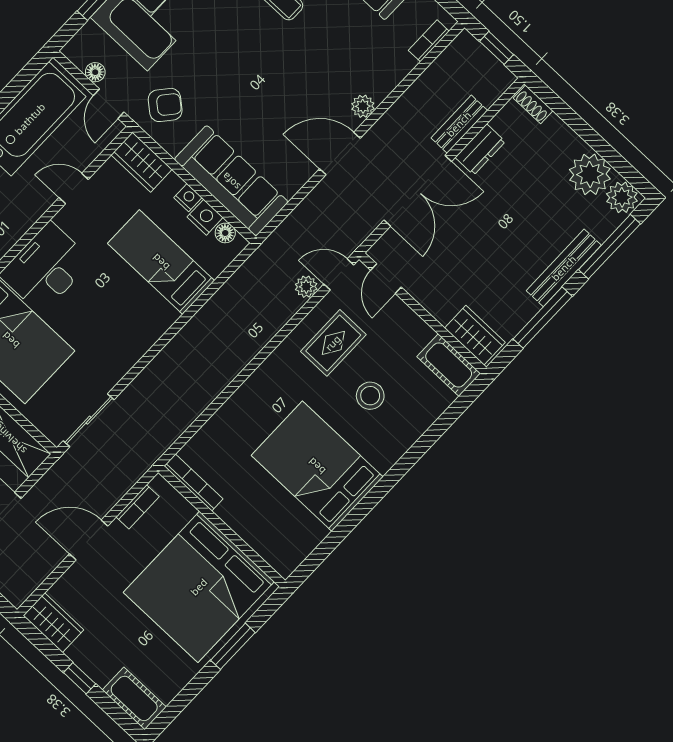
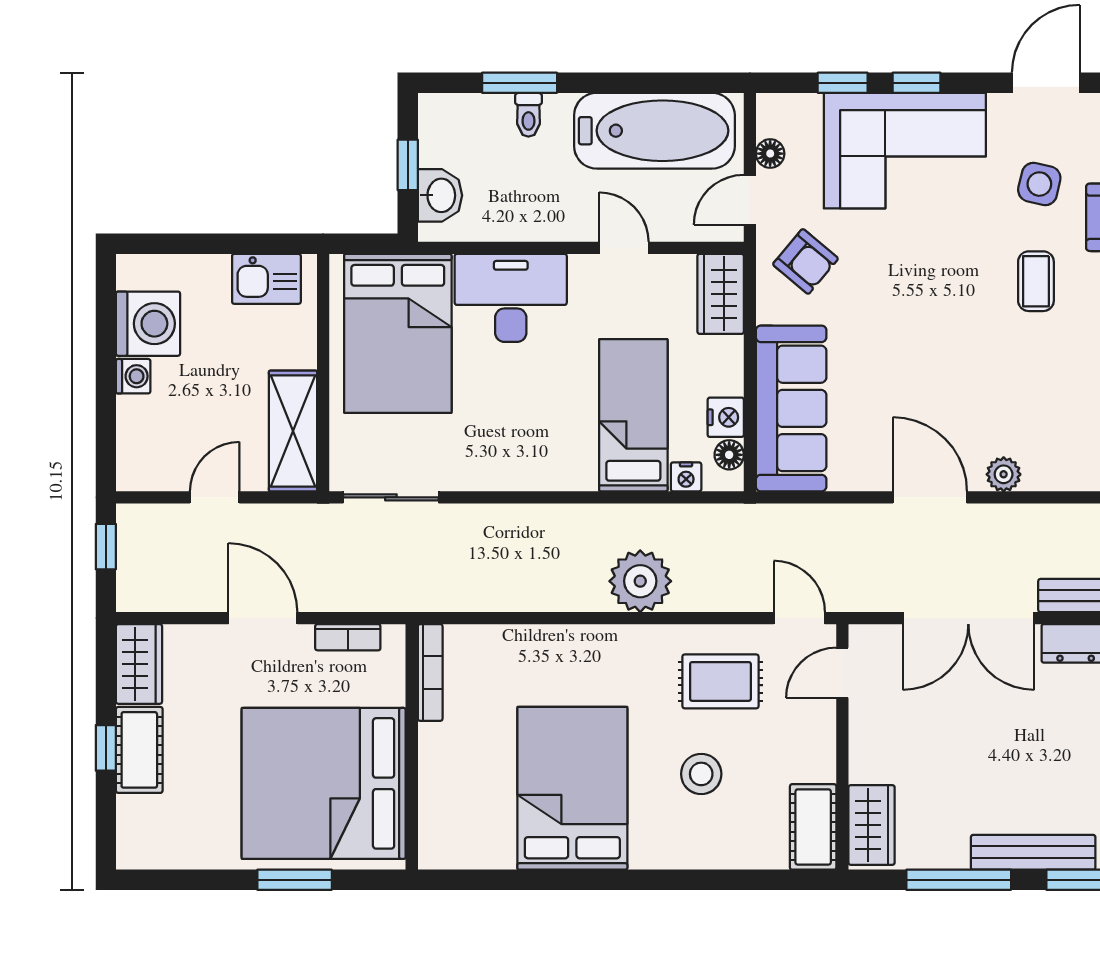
nightstand: (188, 198) -> (686, 477), moved, turned 90
plant: (306, 287) -> (640, 581), moved, width x1.88, depth x1.88
cot: (134, 698) -> (139, 750), moved

